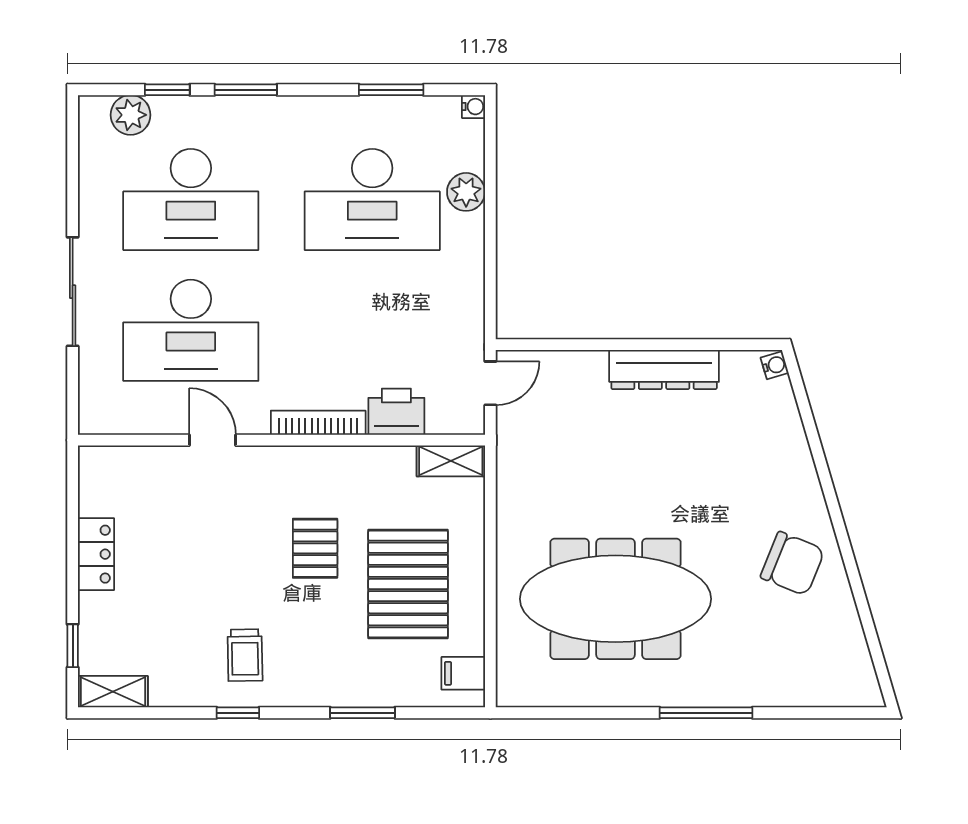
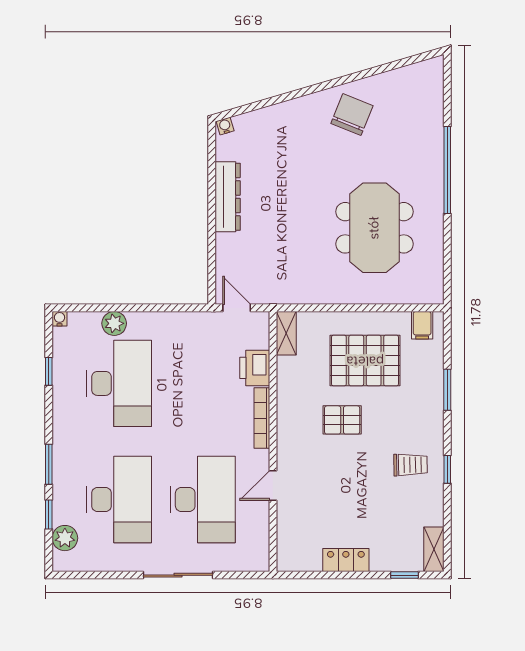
window: (391, 90) -> (49, 371), width x0.67
meeting table: (616, 599) -> (374, 228), width x0.73
window: (706, 713) -> (447, 170), width x1.46

